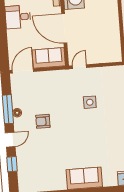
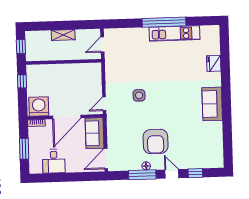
door: (79, 67) -> (104, 104), hinge flipped
door: (23, 71) -> (106, 159), hinge flipped
armchair: (43, 121) -> (156, 141), width x1.88, depth x1.88

